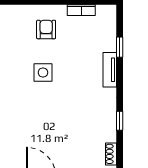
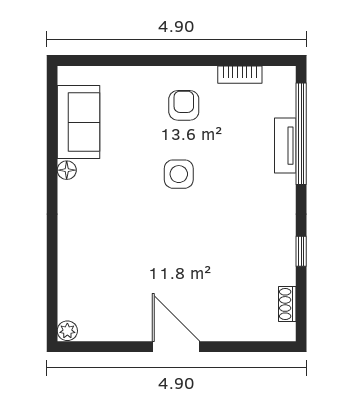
window: (120, 47) -> (301, 134), width x3.17
tv unit: (110, 70) -> (285, 146), moved

